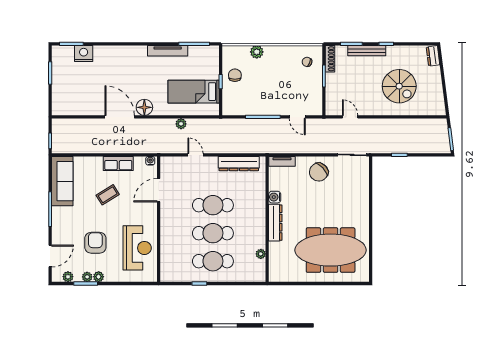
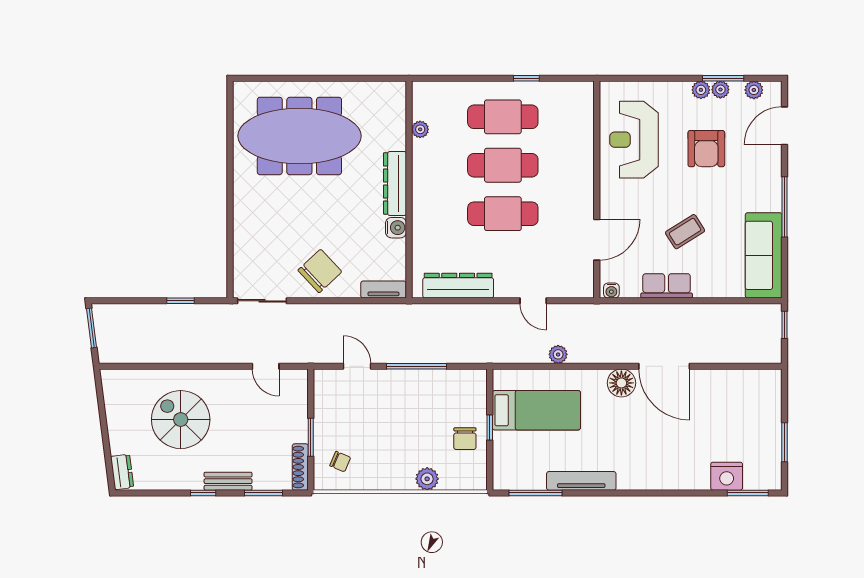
bench: (367, 51) -> (228, 481), width x0.73

